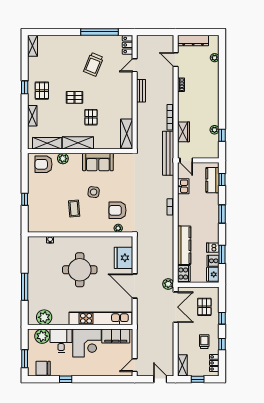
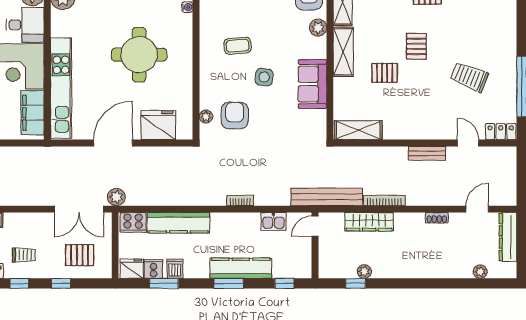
wardrobe: (184, 132) -> (369, 222), width x1.50
kitchen counter: (212, 180) -> (241, 268), moved, width x1.50

